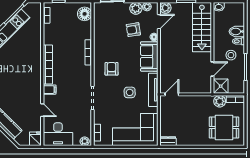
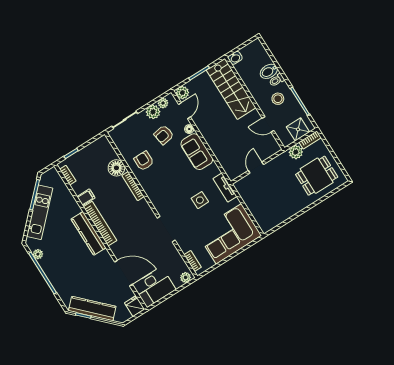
floor lamp: (85, 14) -> (116, 168), moved
kitchen counter: (35, 66) -> (88, 233), added
armchair: (112, 69) -> (144, 161), moved
door: (212, 69) -> (268, 124), swing flipped
shower: (221, 86) -> (298, 129), moved
filing cabinet: (50, 90) -> (86, 197), moved
tv unit: (153, 90) -> (225, 187), width x0.71
door: (172, 94) -> (256, 167), moved
door: (42, 110) -> (123, 273), width x1.87
dresser: (168, 141) -> (269, 225), removed

